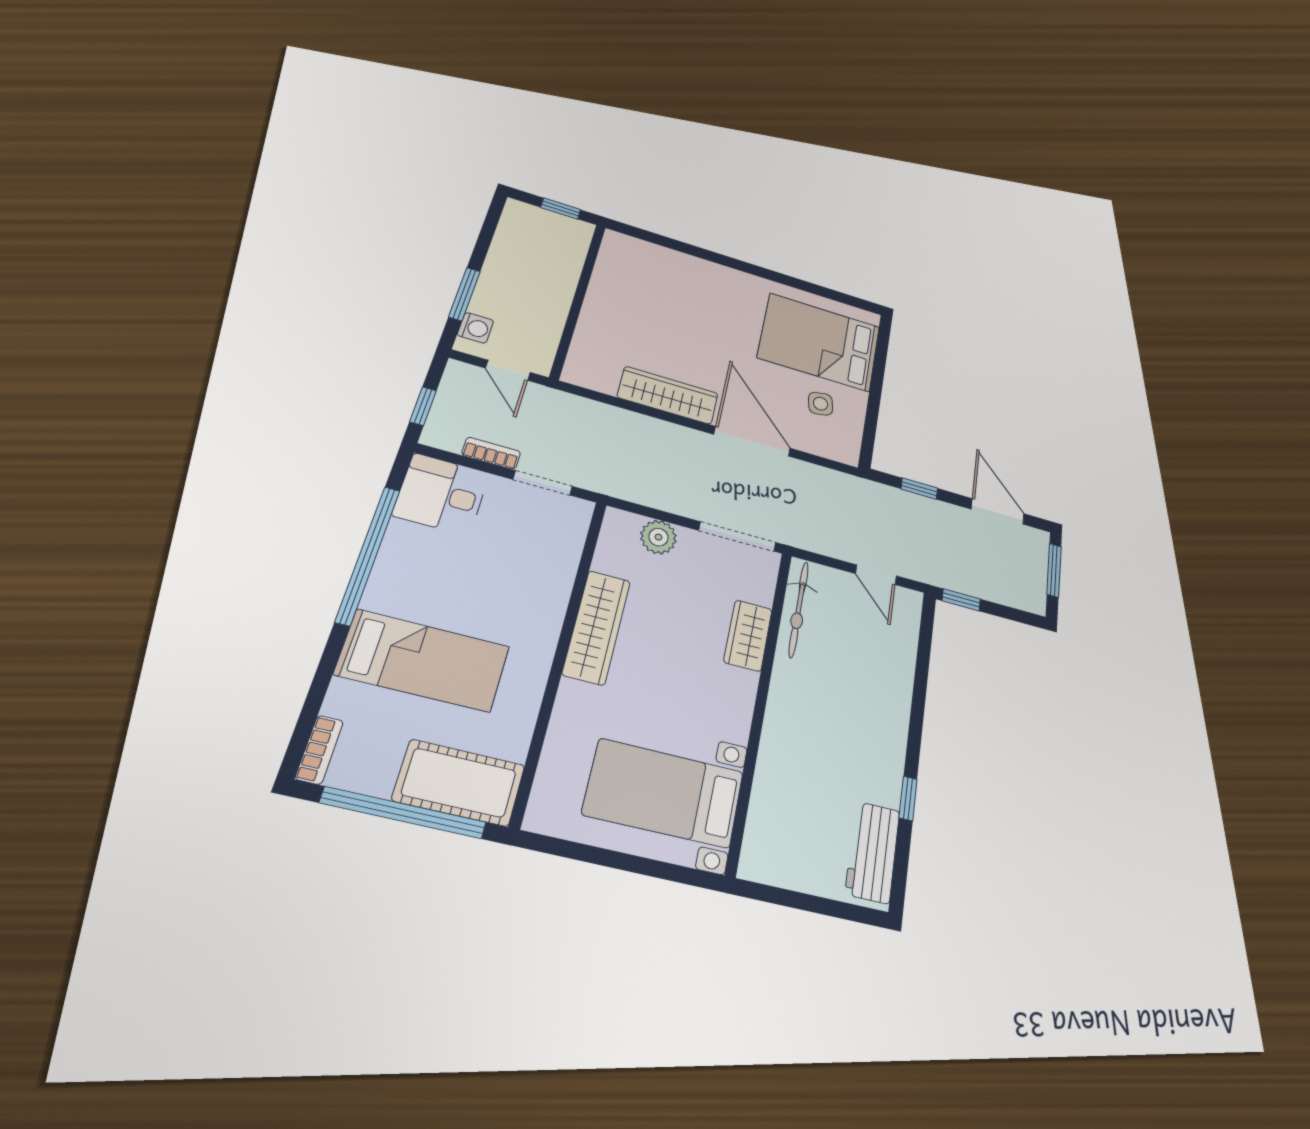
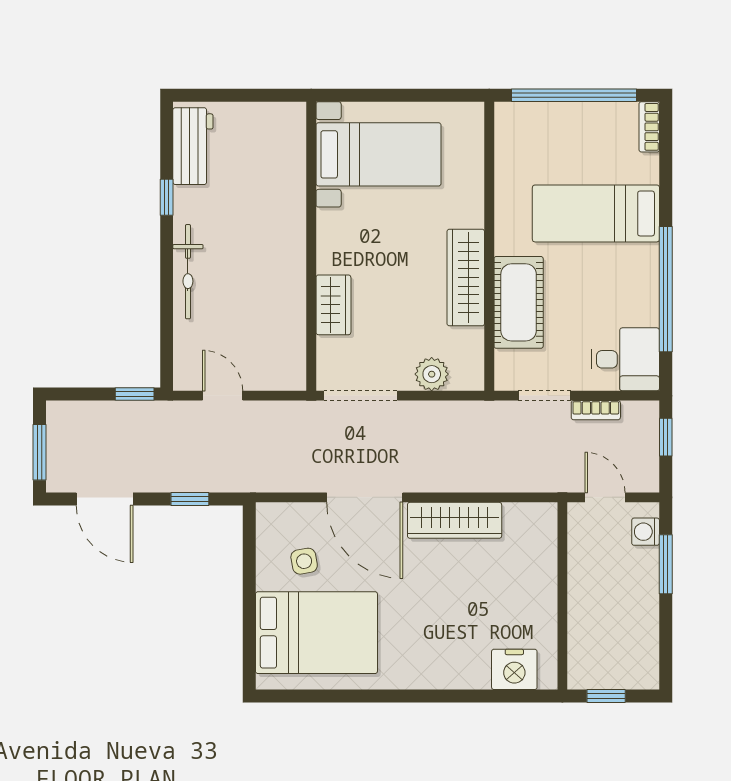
nightstand: (642, 256) -> (514, 669), added
bicycle: (799, 609) -> (188, 272), moved, turned 180
cot: (459, 783) -> (519, 302), moved, turned 90

